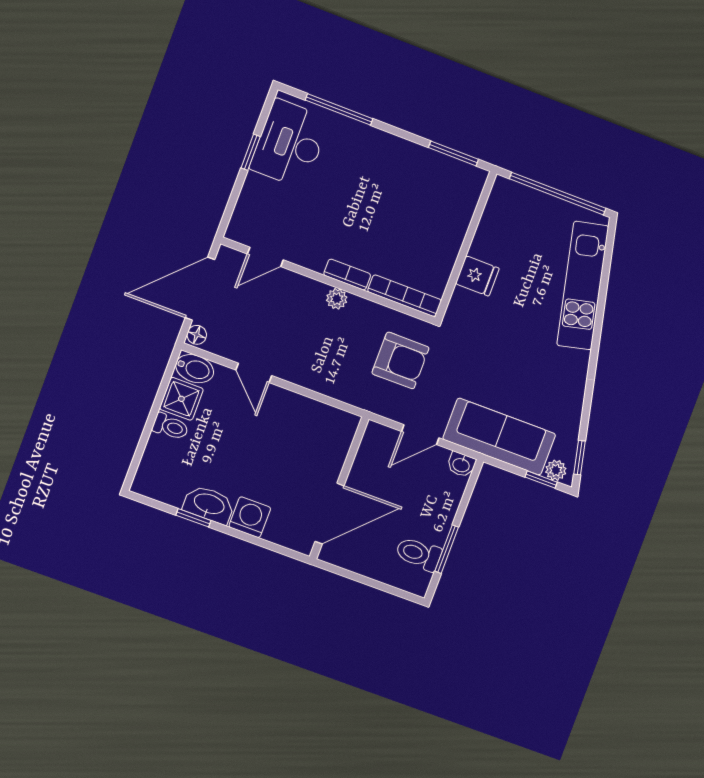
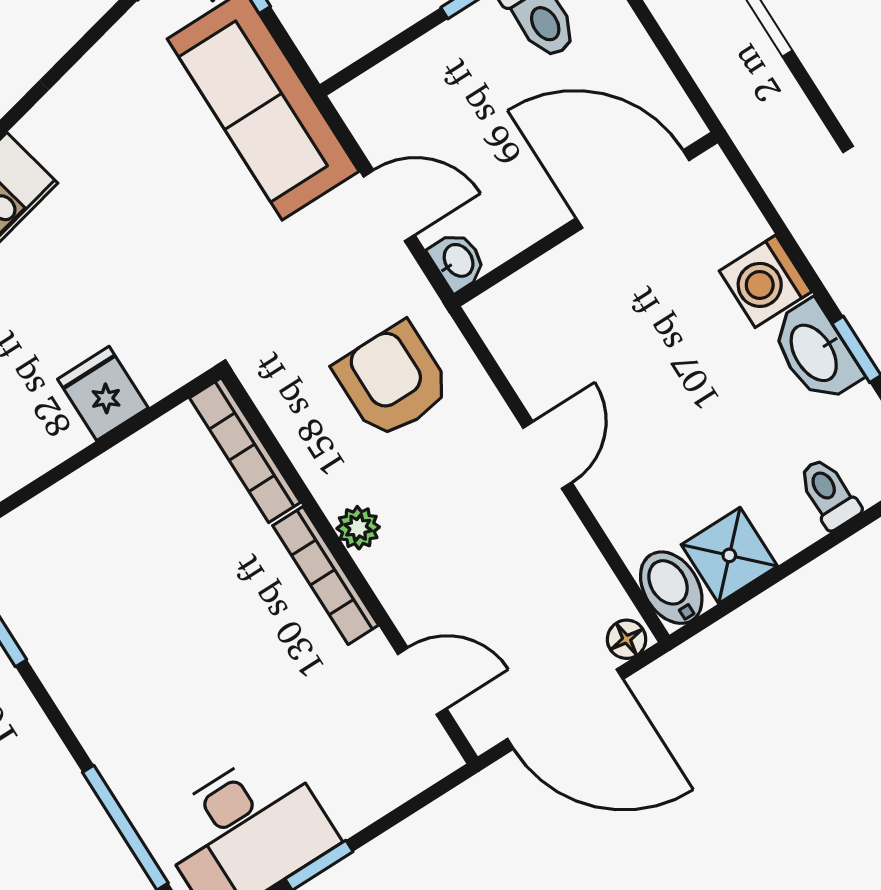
bookcase: (347, 275) -> (326, 575), width x1.56
armchair: (400, 360) -> (393, 380), moved
door: (254, 373) -> (547, 455), moved
toilet: (170, 427) -> (829, 494), moved
washbasin: (461, 465) -> (458, 261), moved

